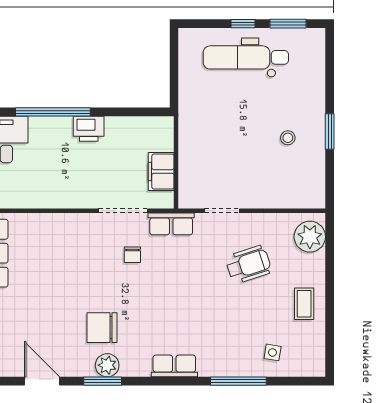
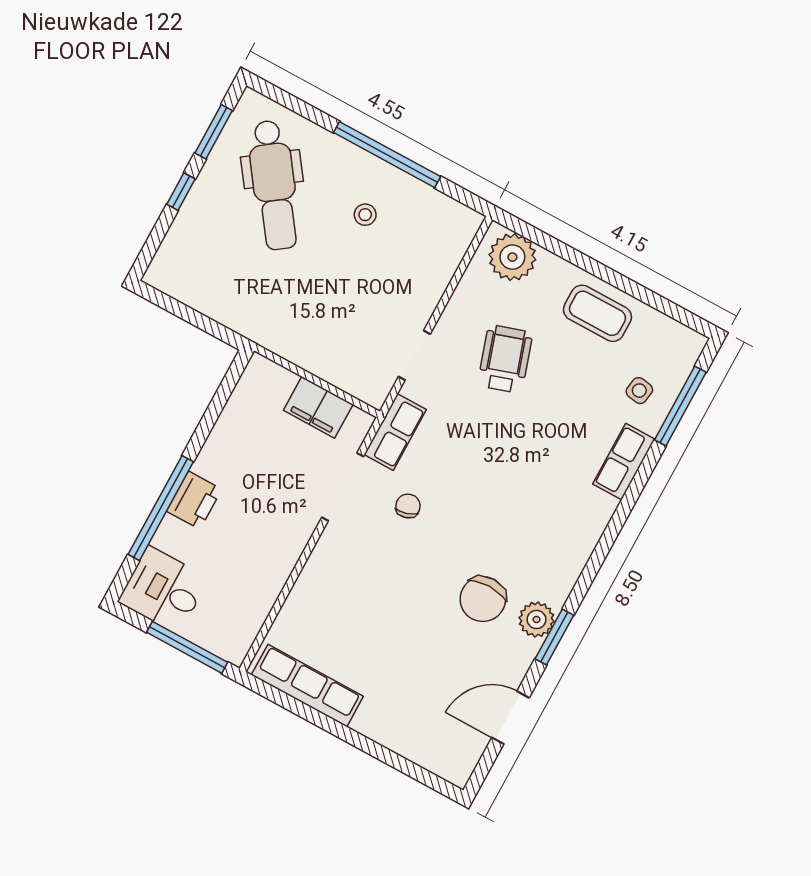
dental chair: (246, 57) -> (274, 185), moved, turned -36
printer: (89, 129) -> (194, 500), moved
window: (330, 131) -> (387, 155), width x2.11
chair: (132, 255) -> (408, 506), turned -106
coffee table: (304, 304) -> (597, 313), width x1.36, depth x1.30
row of seats: (174, 366) -> (624, 462), moved
window: (238, 381) -> (680, 406), moved

